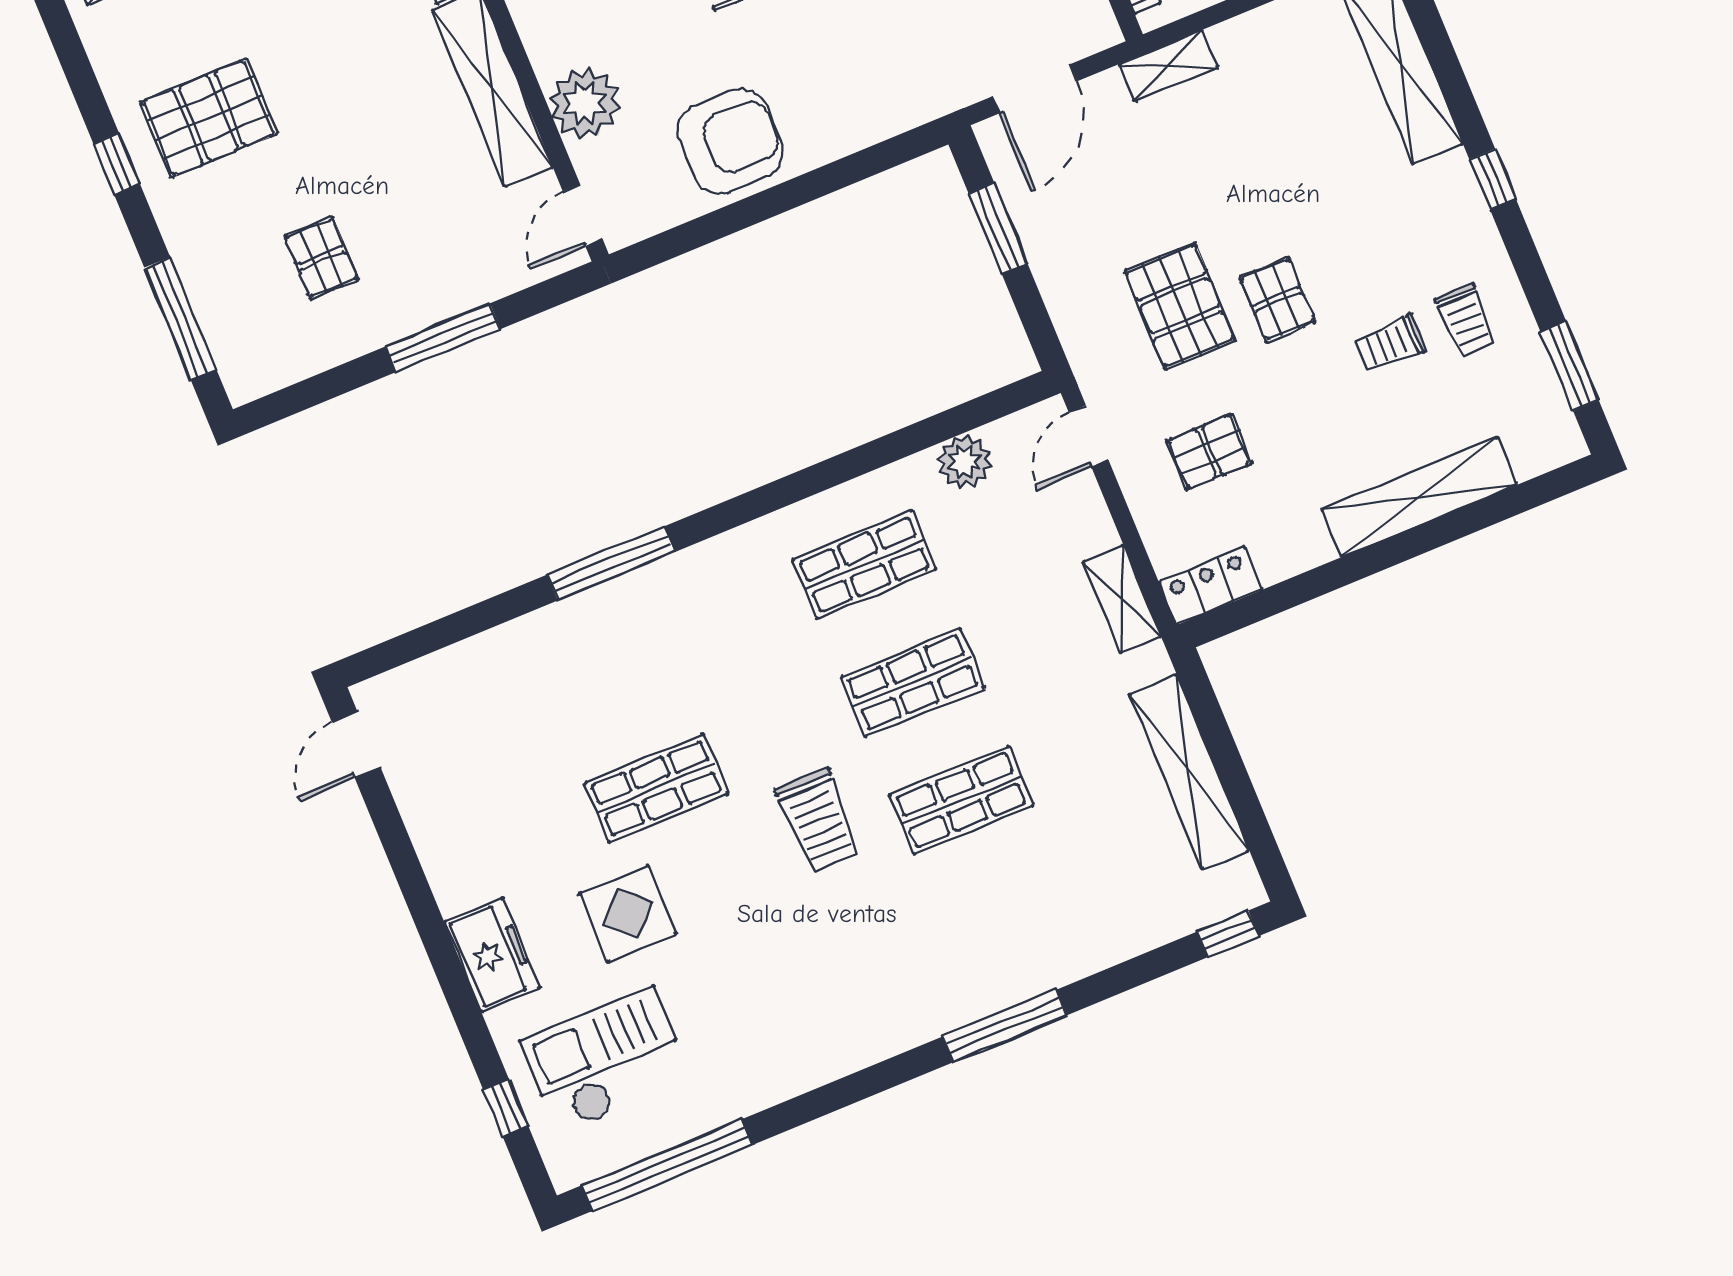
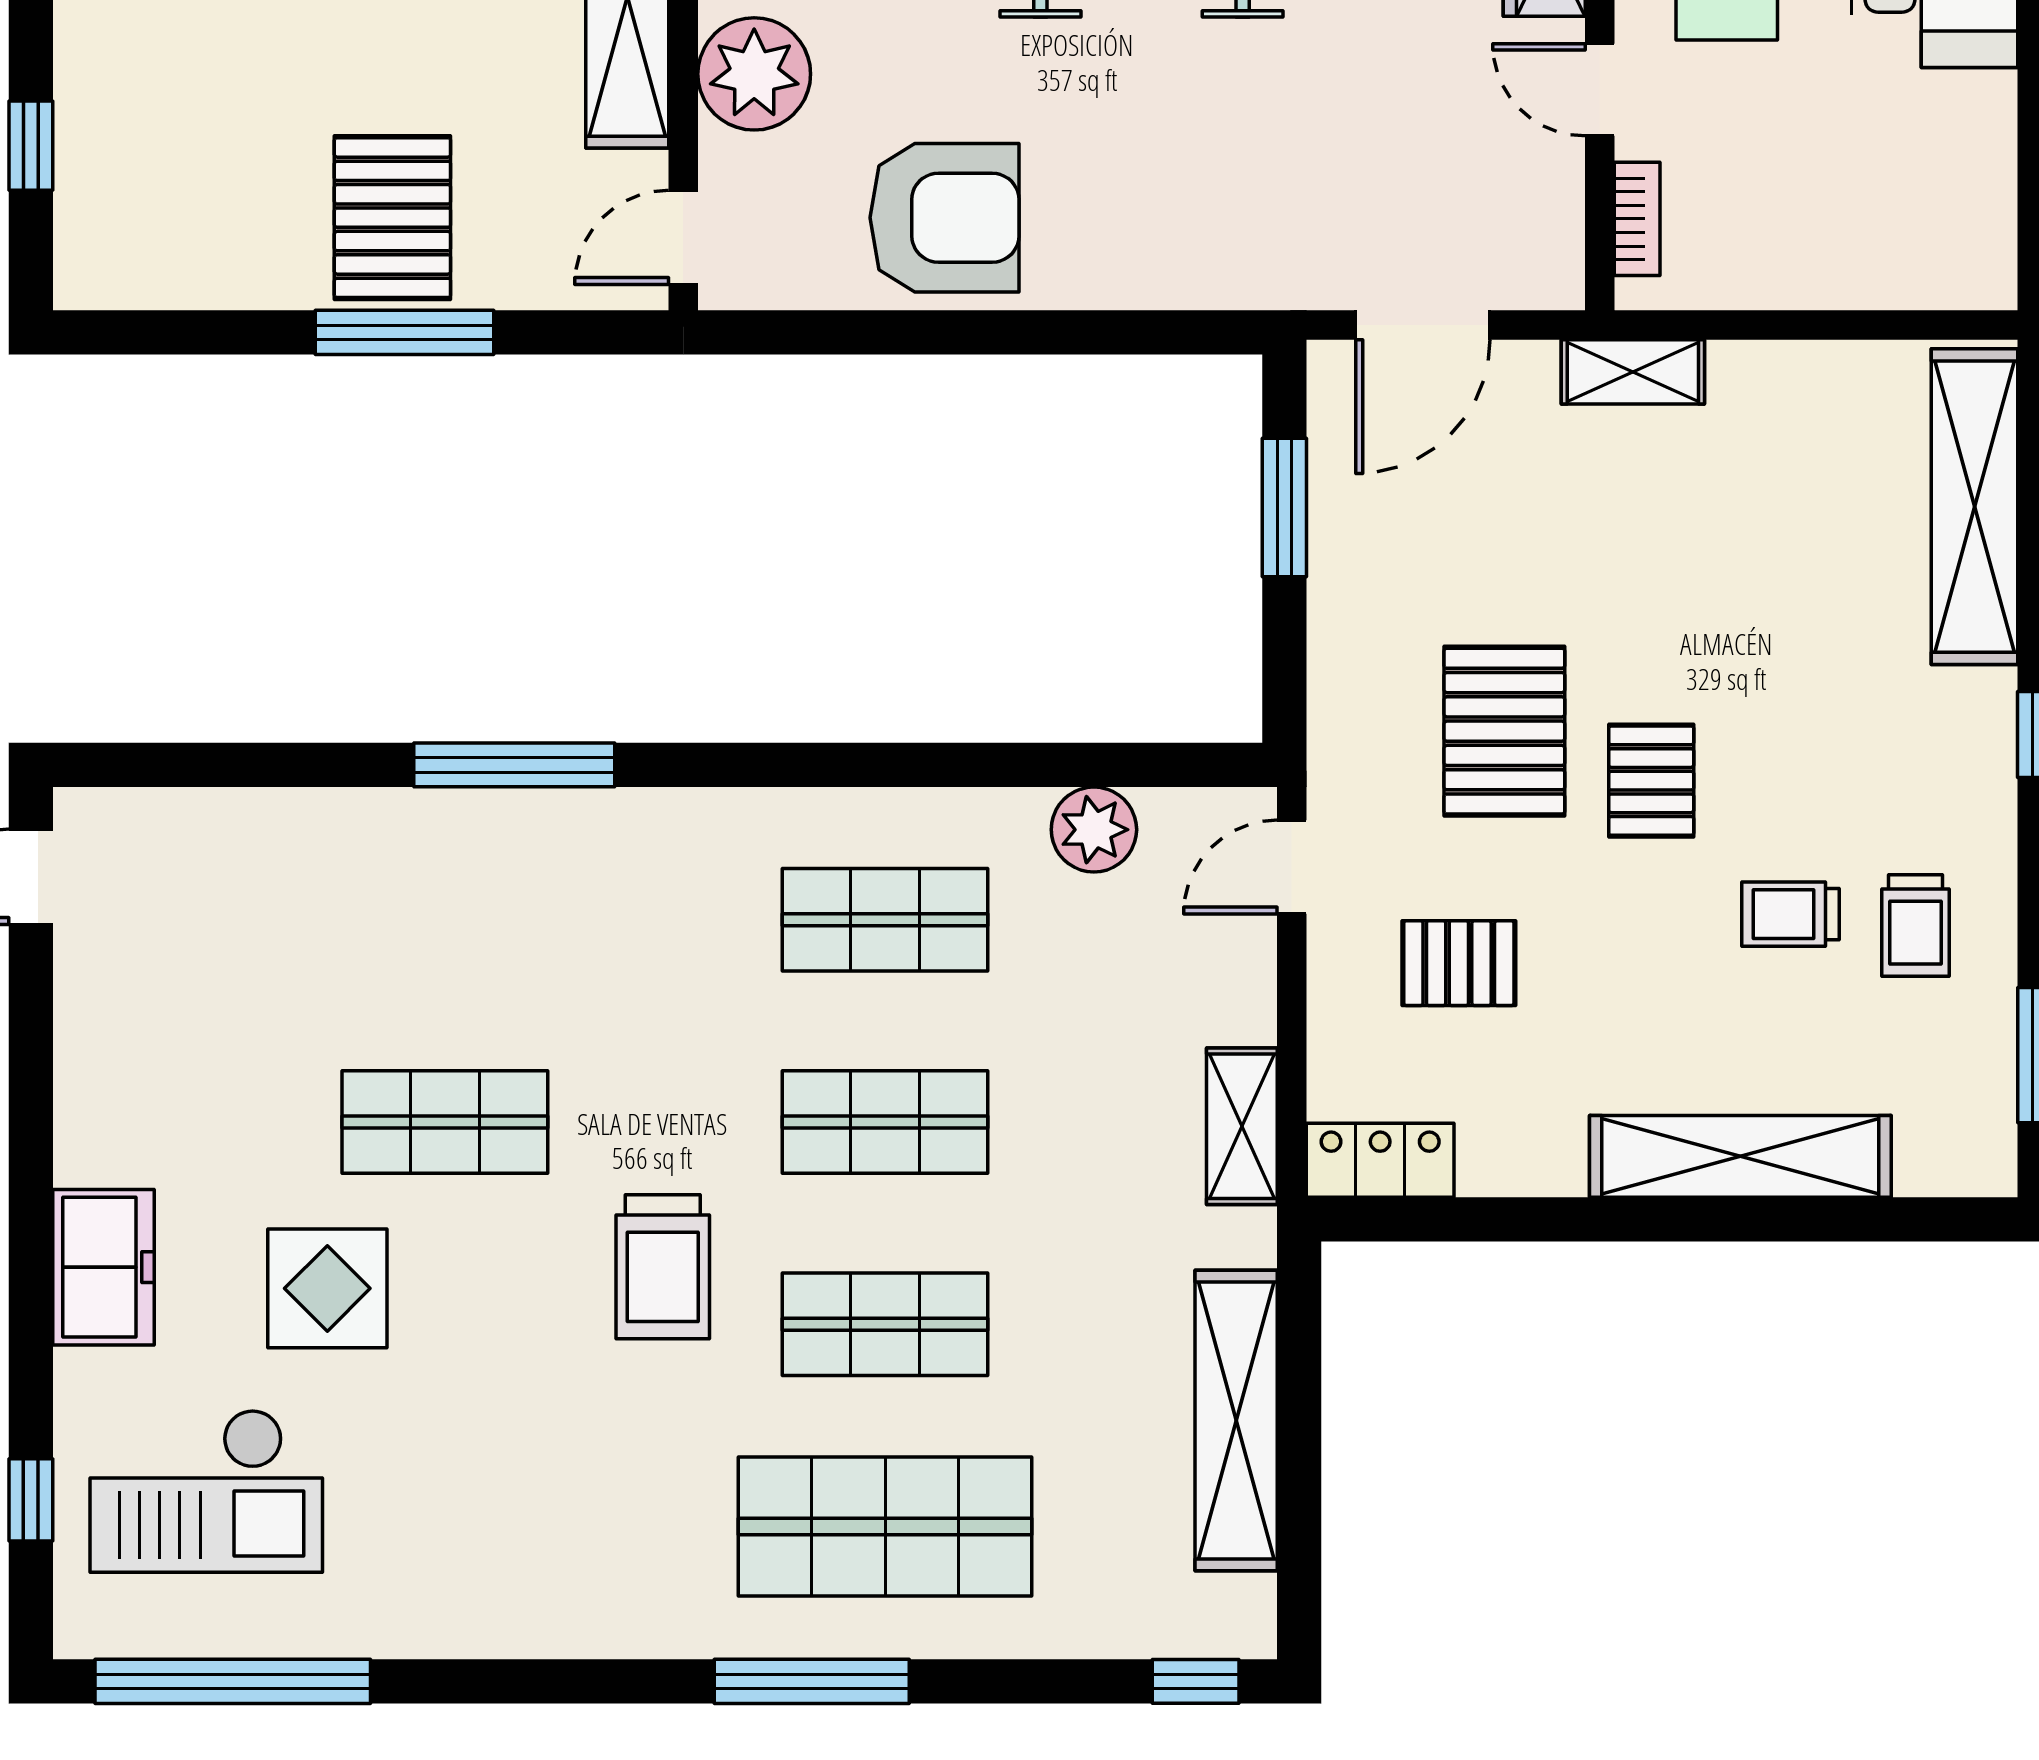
pallet: (321, 258) -> (392, 218), moved, width x1.50, depth x1.42
window: (180, 319) -> (31, 146), width x0.46
shop shelf: (1010, 918) -> (885, 1526), added
checkout: (606, 1060) -> (206, 1491), turned 180

